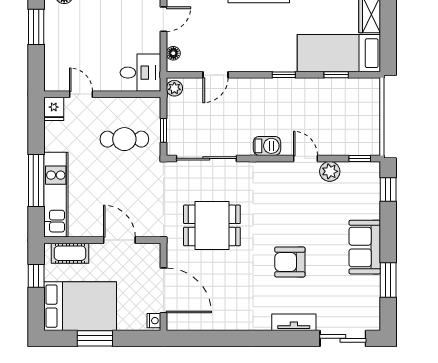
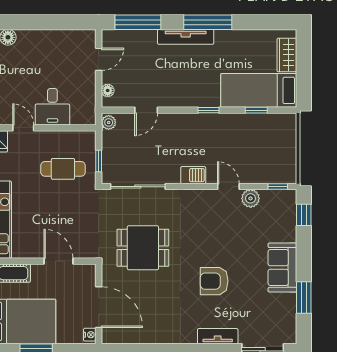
desk: (140, 73) -> (52, 107), moved, turned 90

